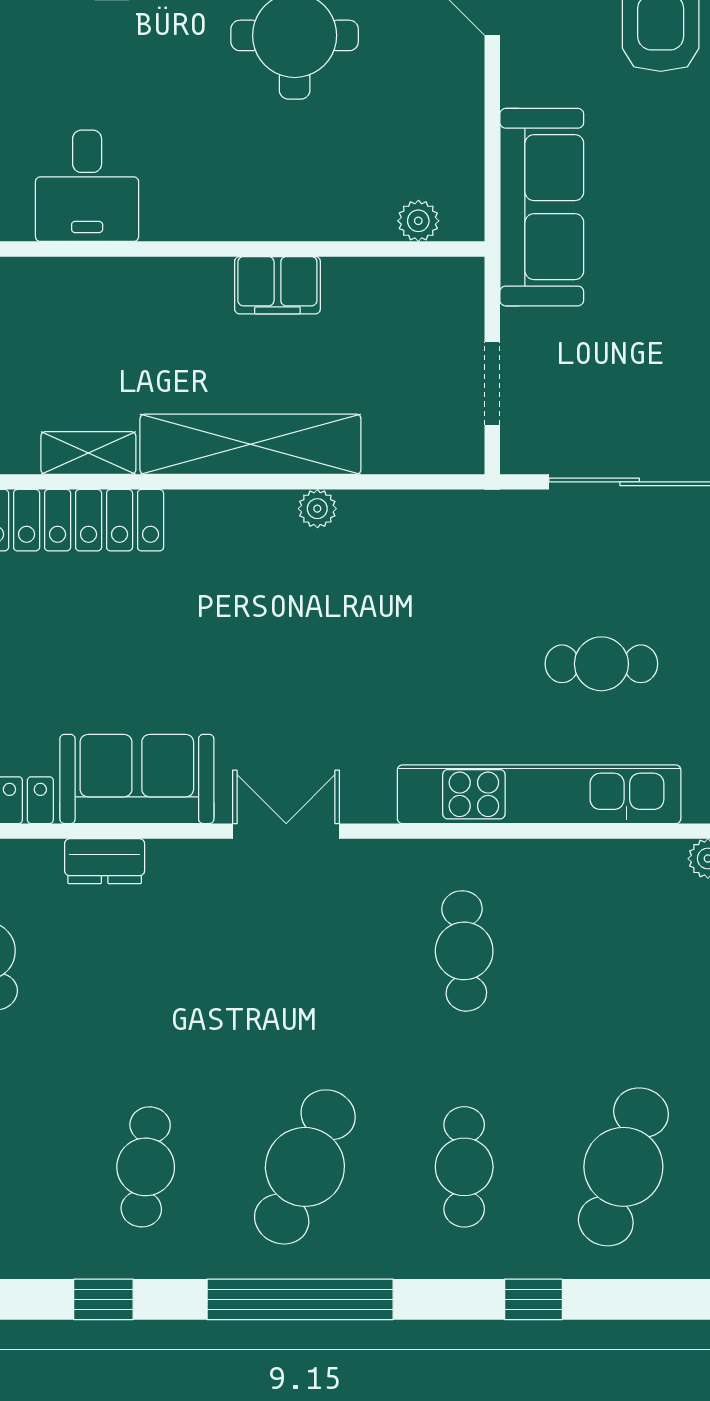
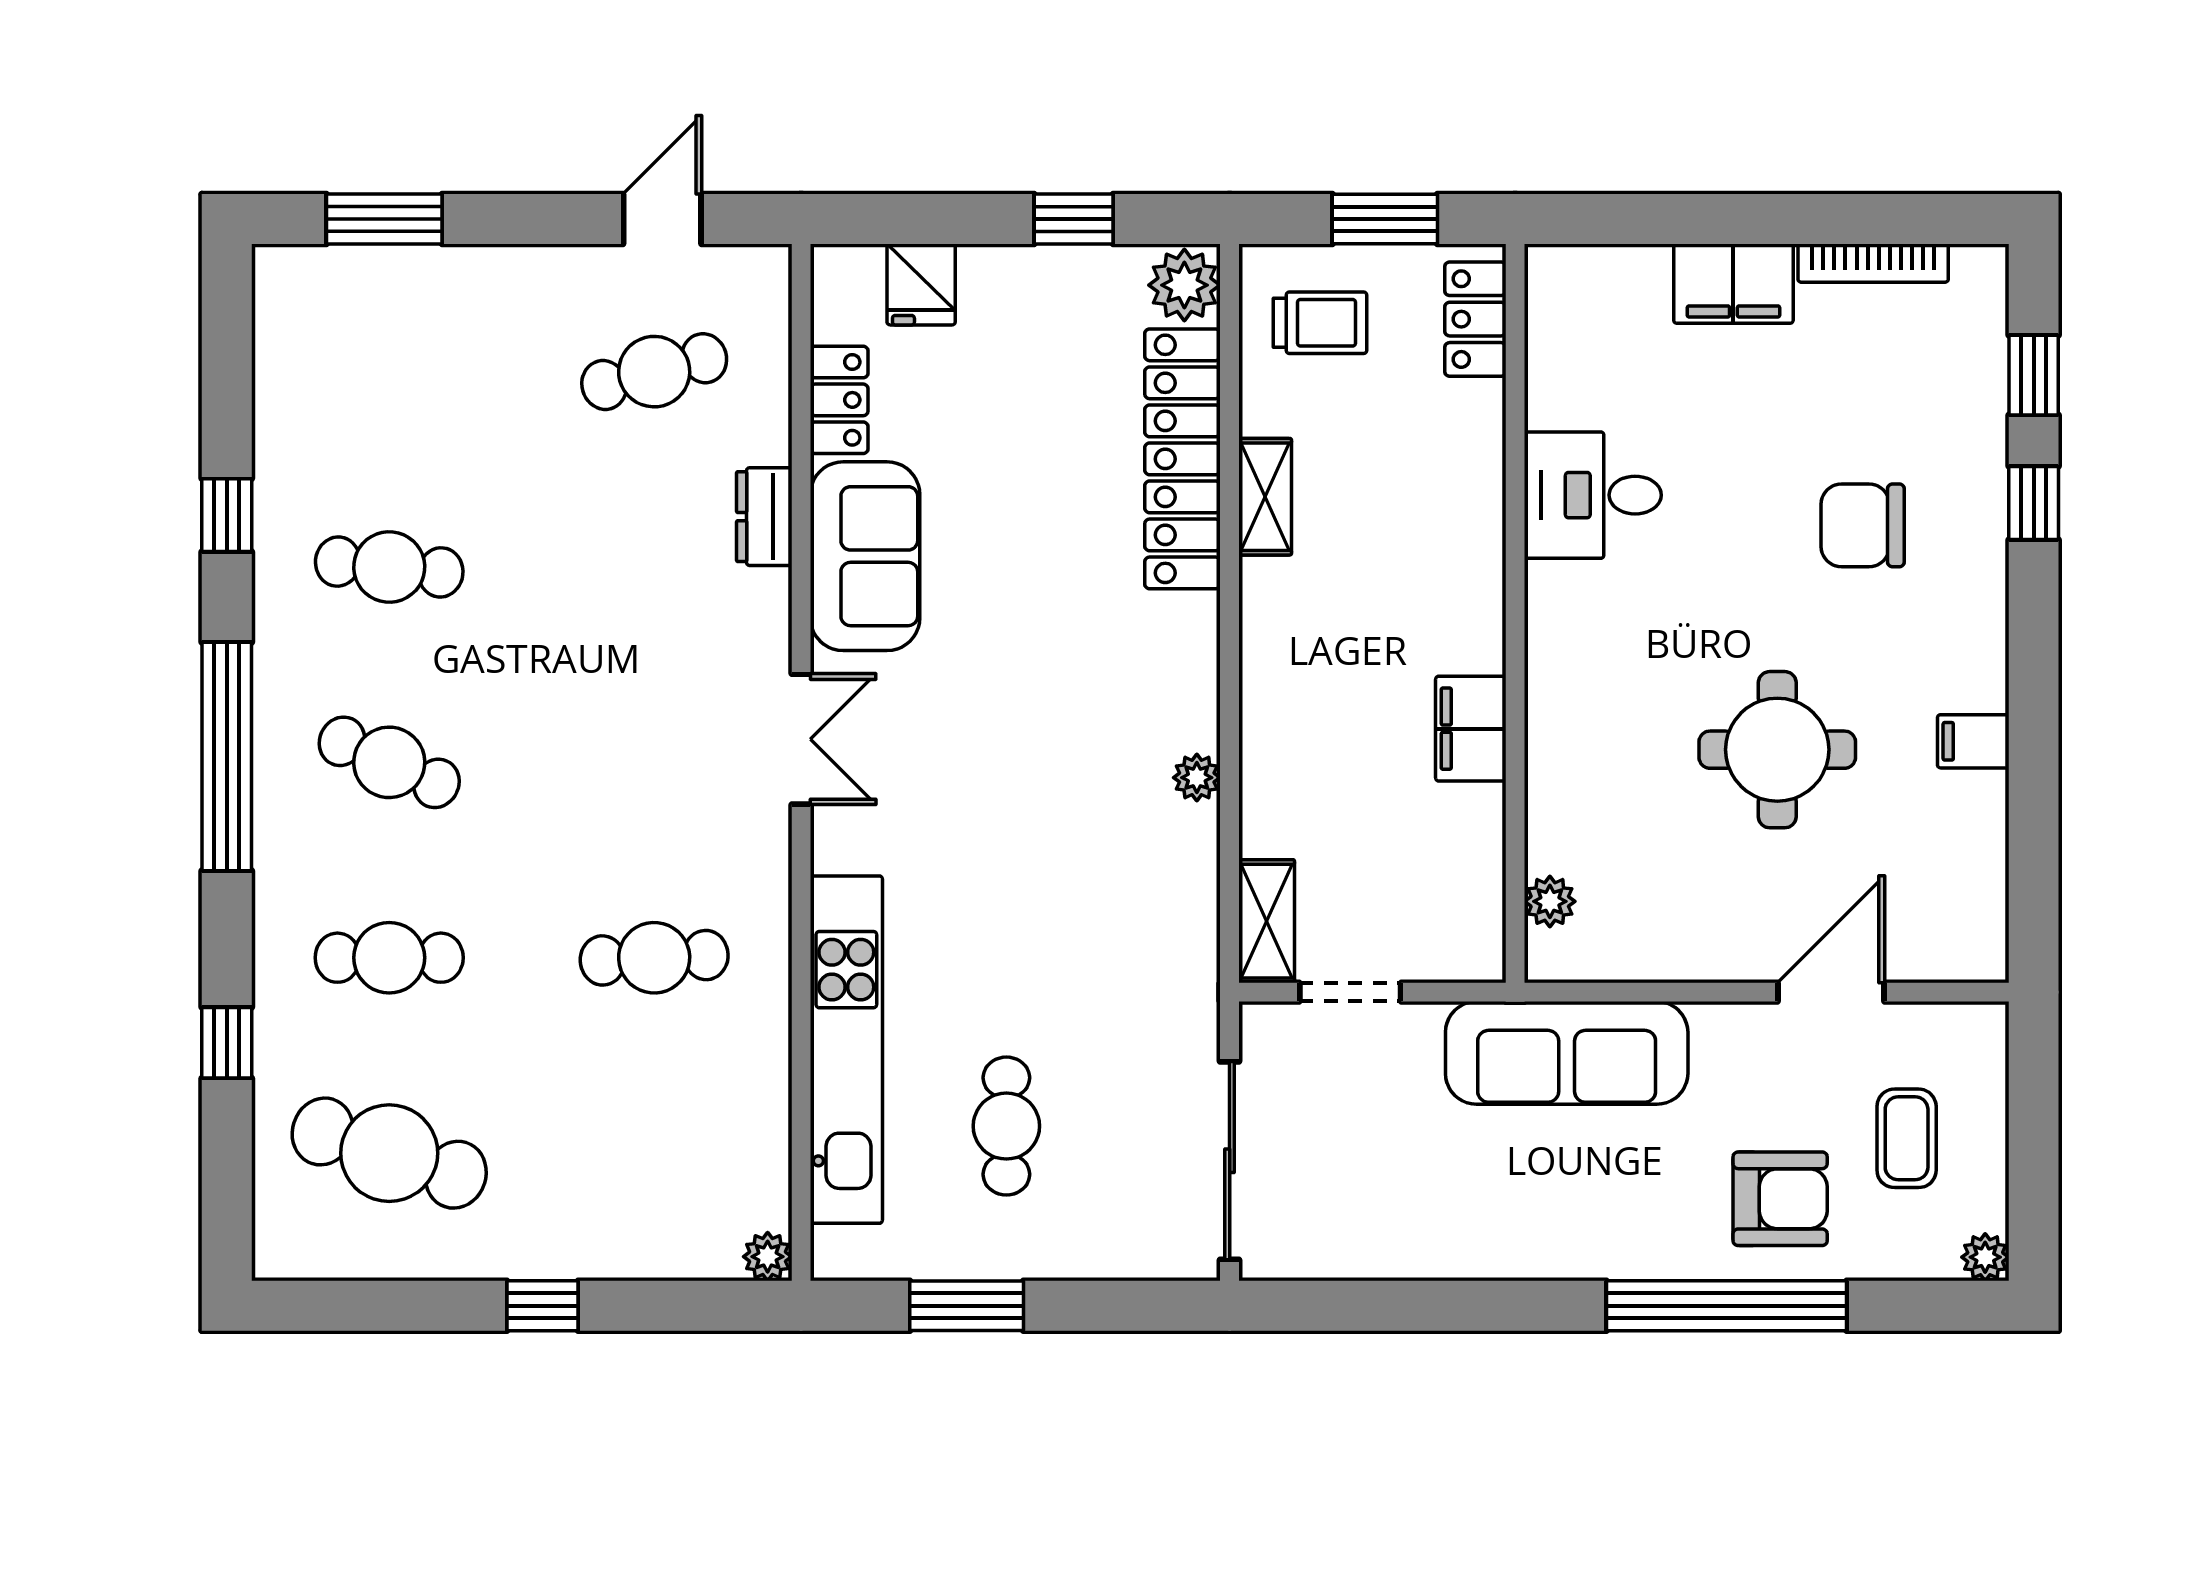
shelving: (250, 444) -> (1267, 921), moved, width x0.45, depth x0.75
cafe table: (305, 1167) -> (389, 762), width x0.73, depth x0.74

